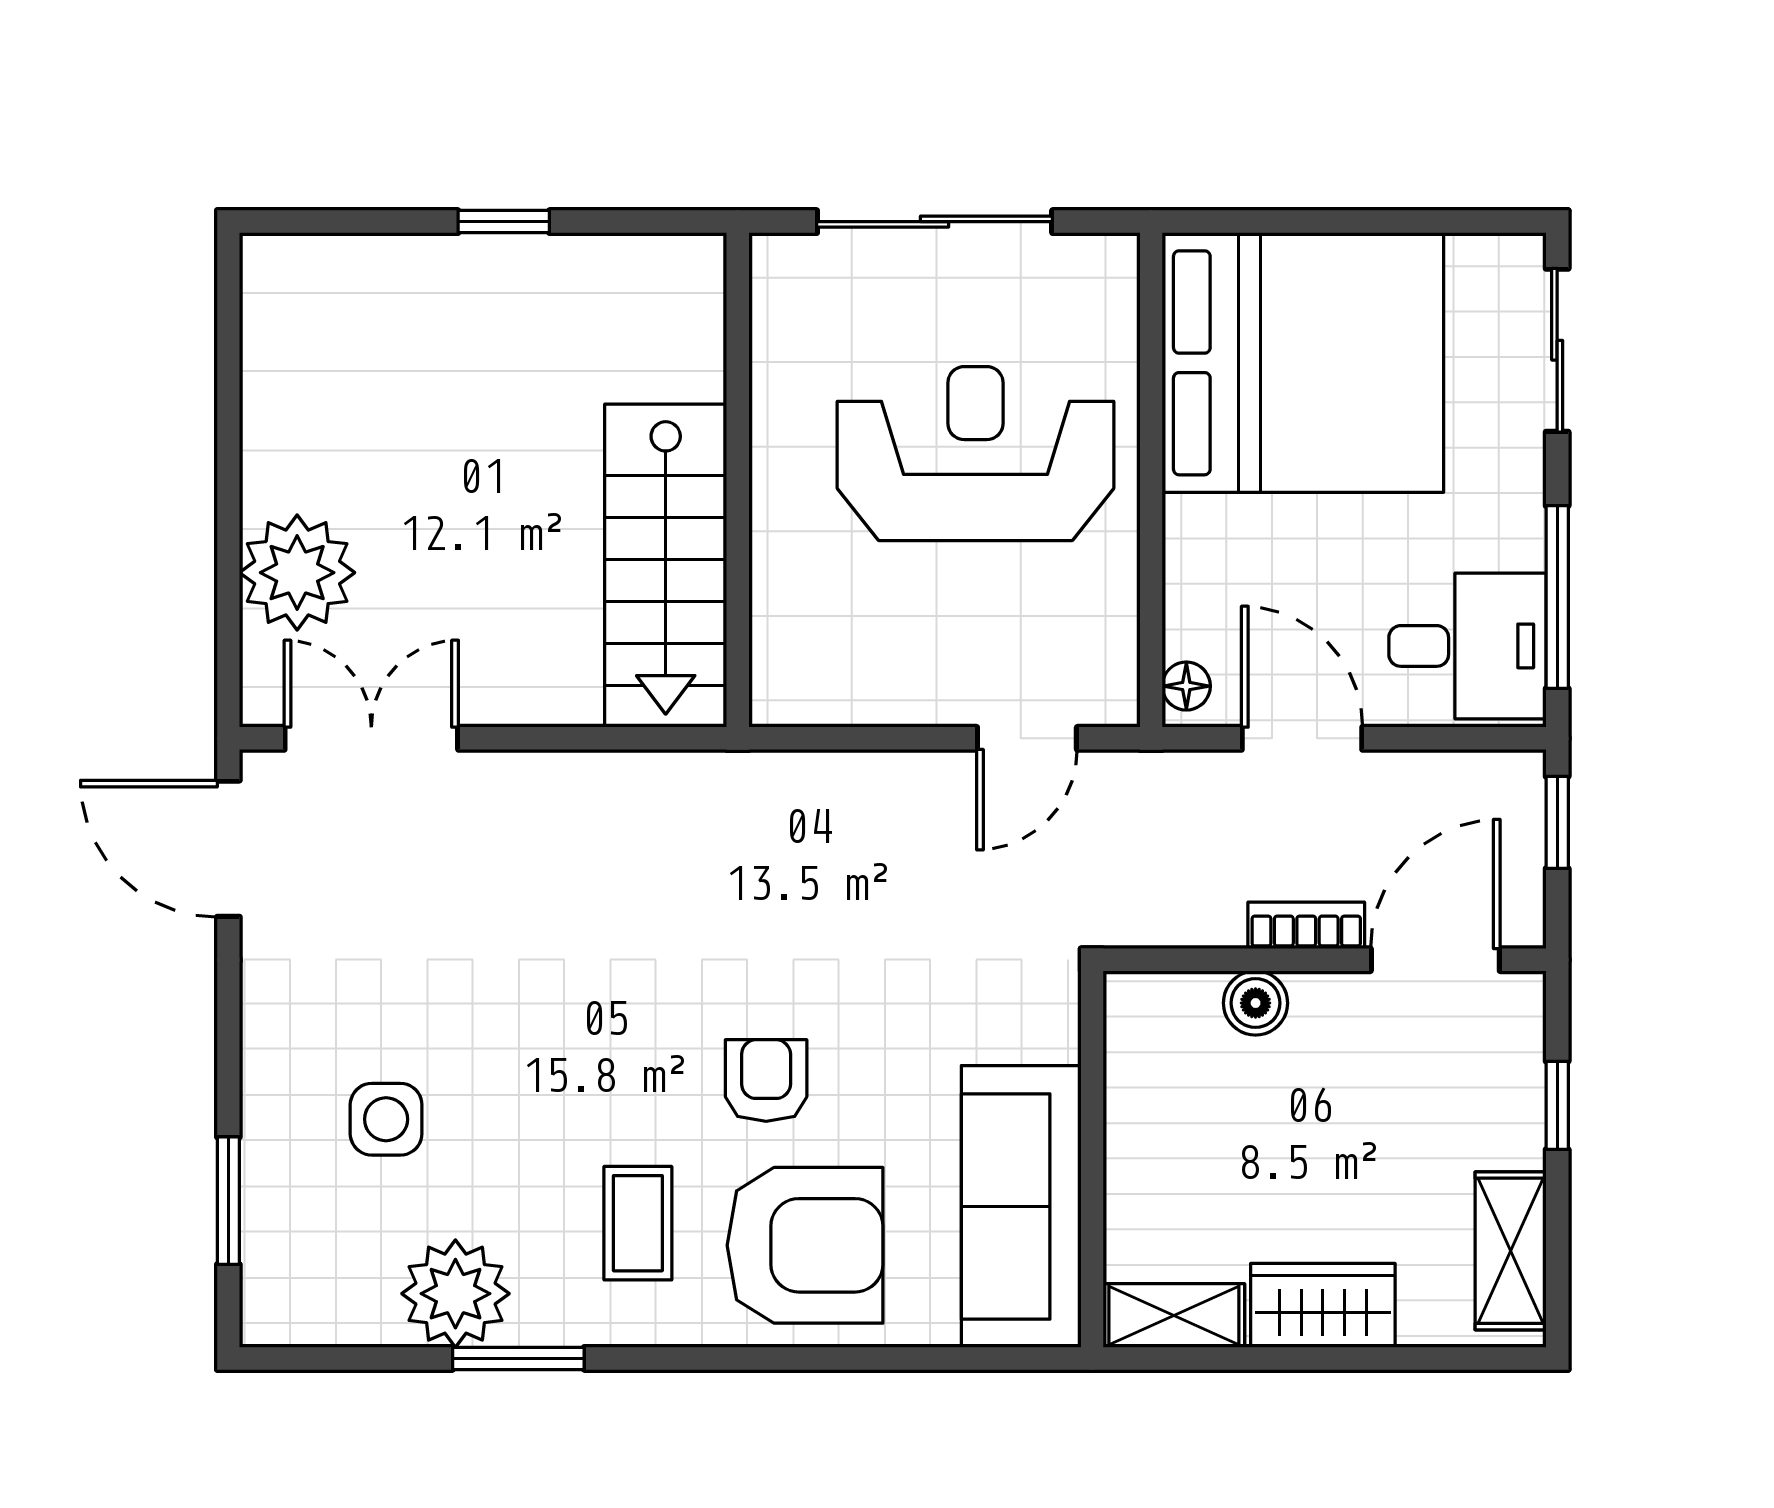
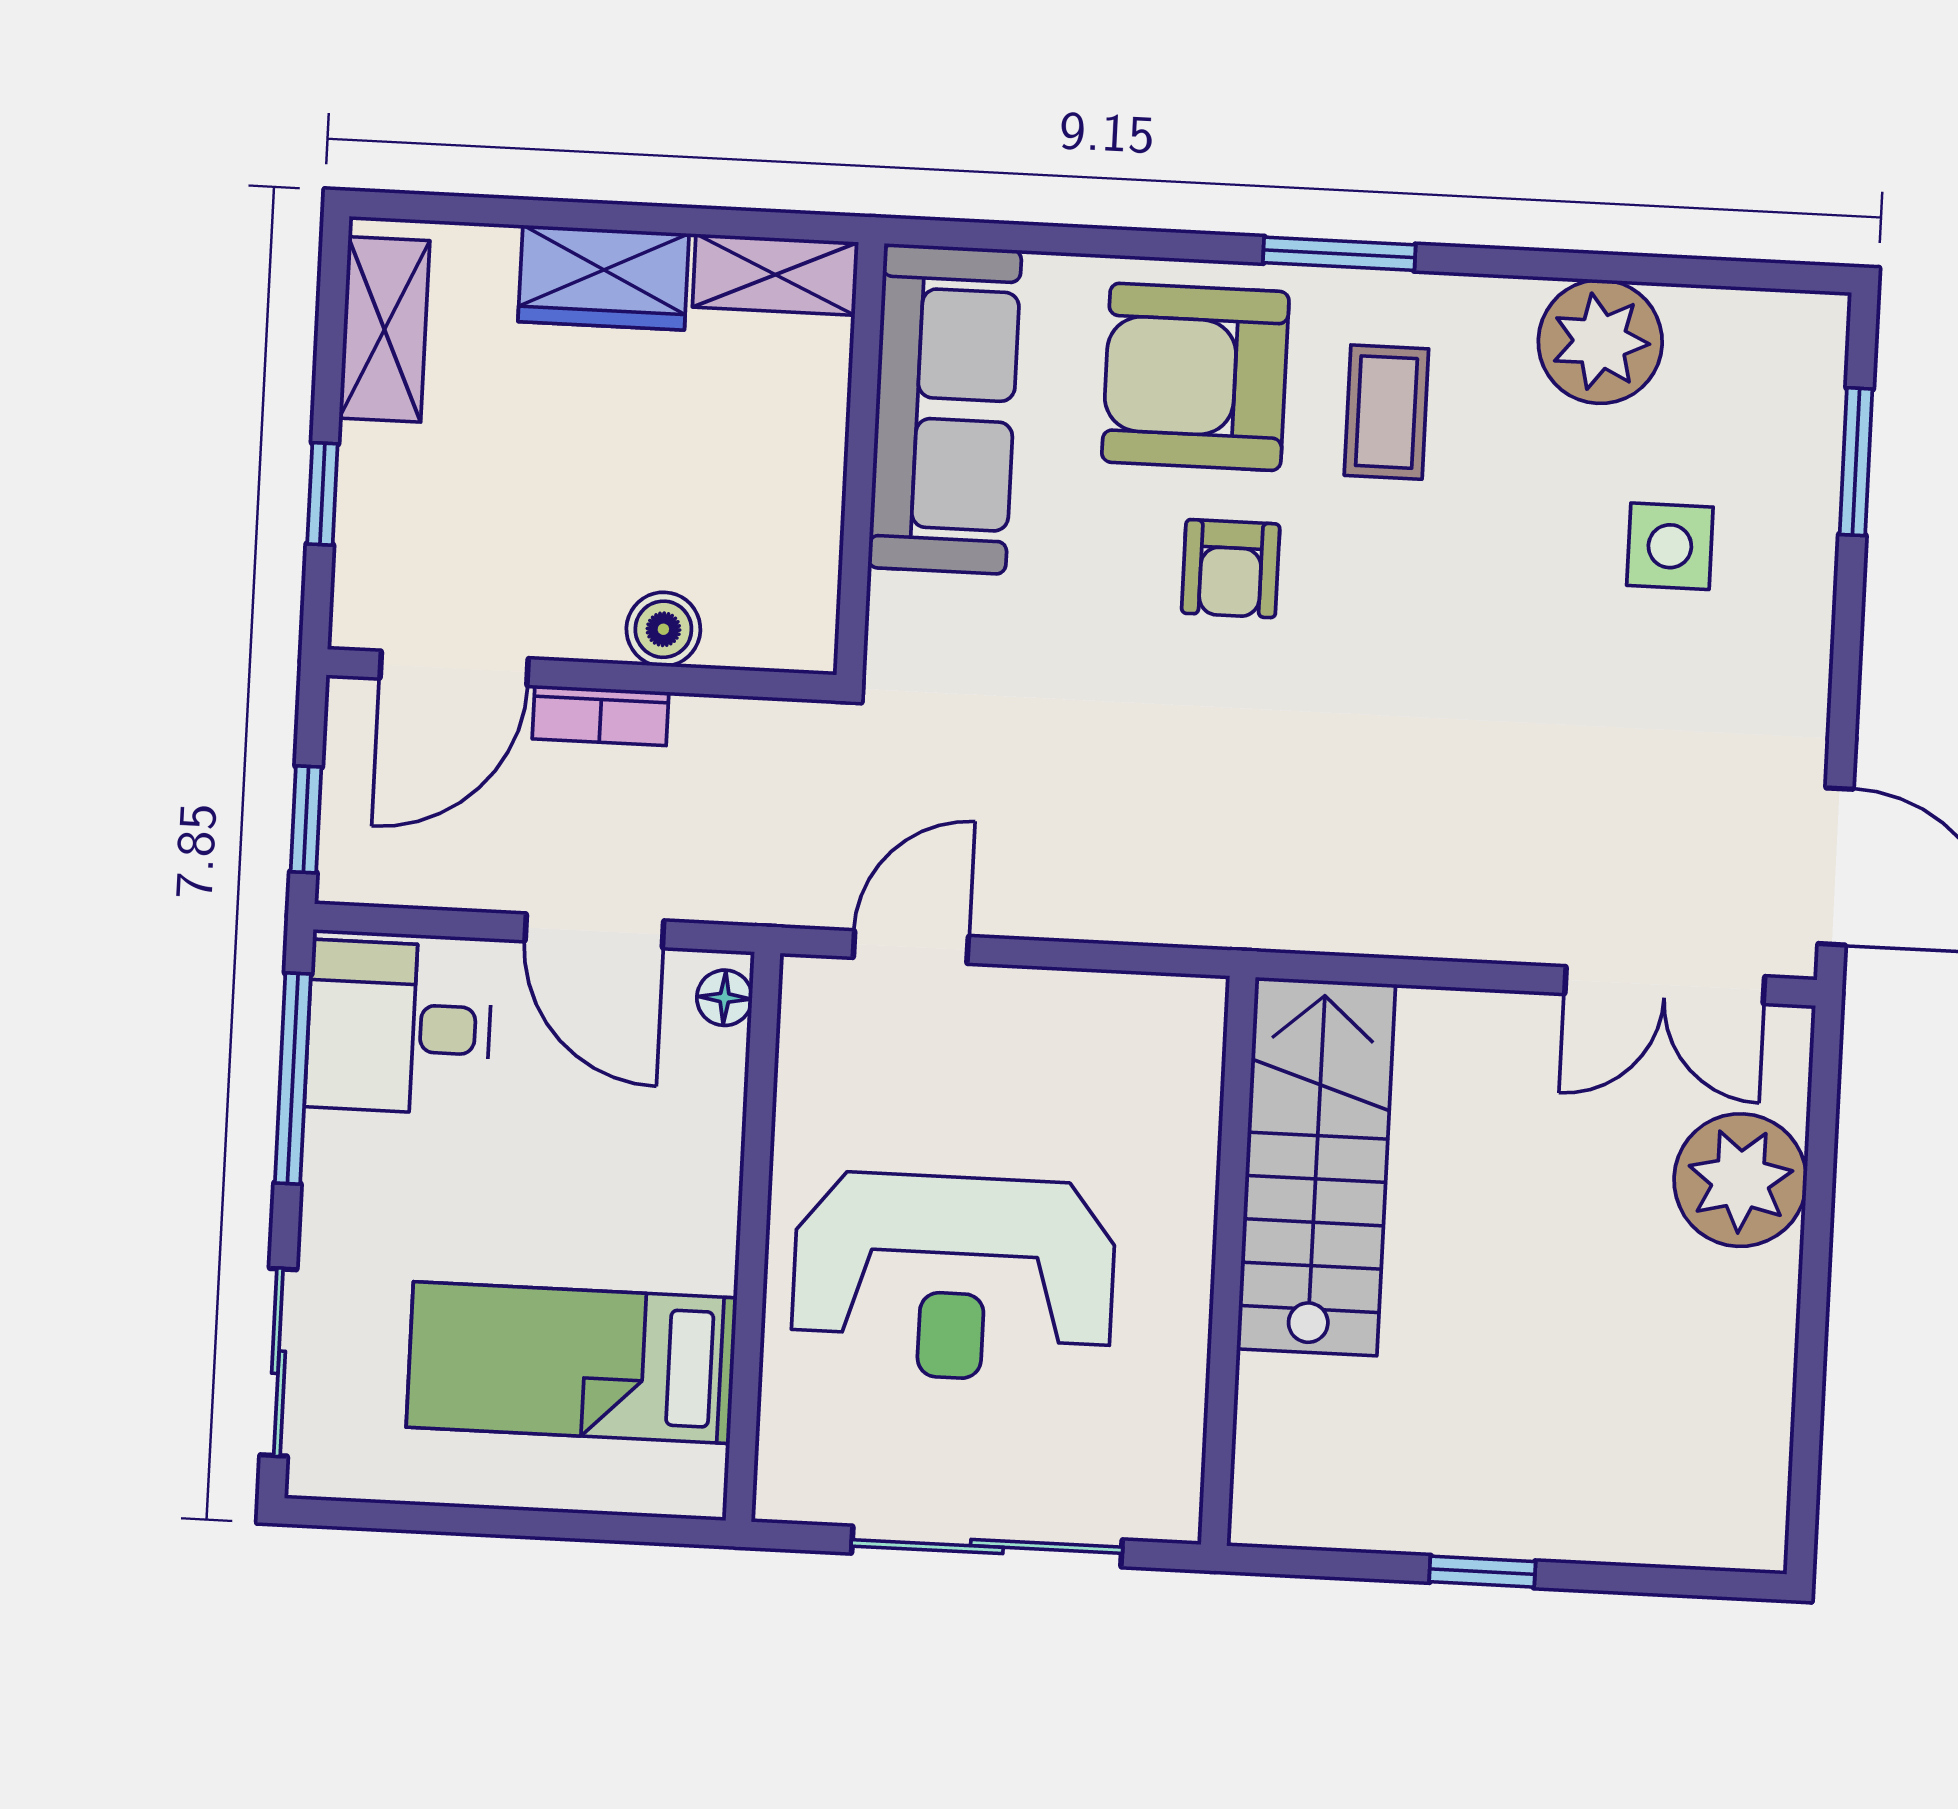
bed: (1303, 363) -> (572, 1363), width x0.49
window: (518, 1358) -> (1339, 254), moved

